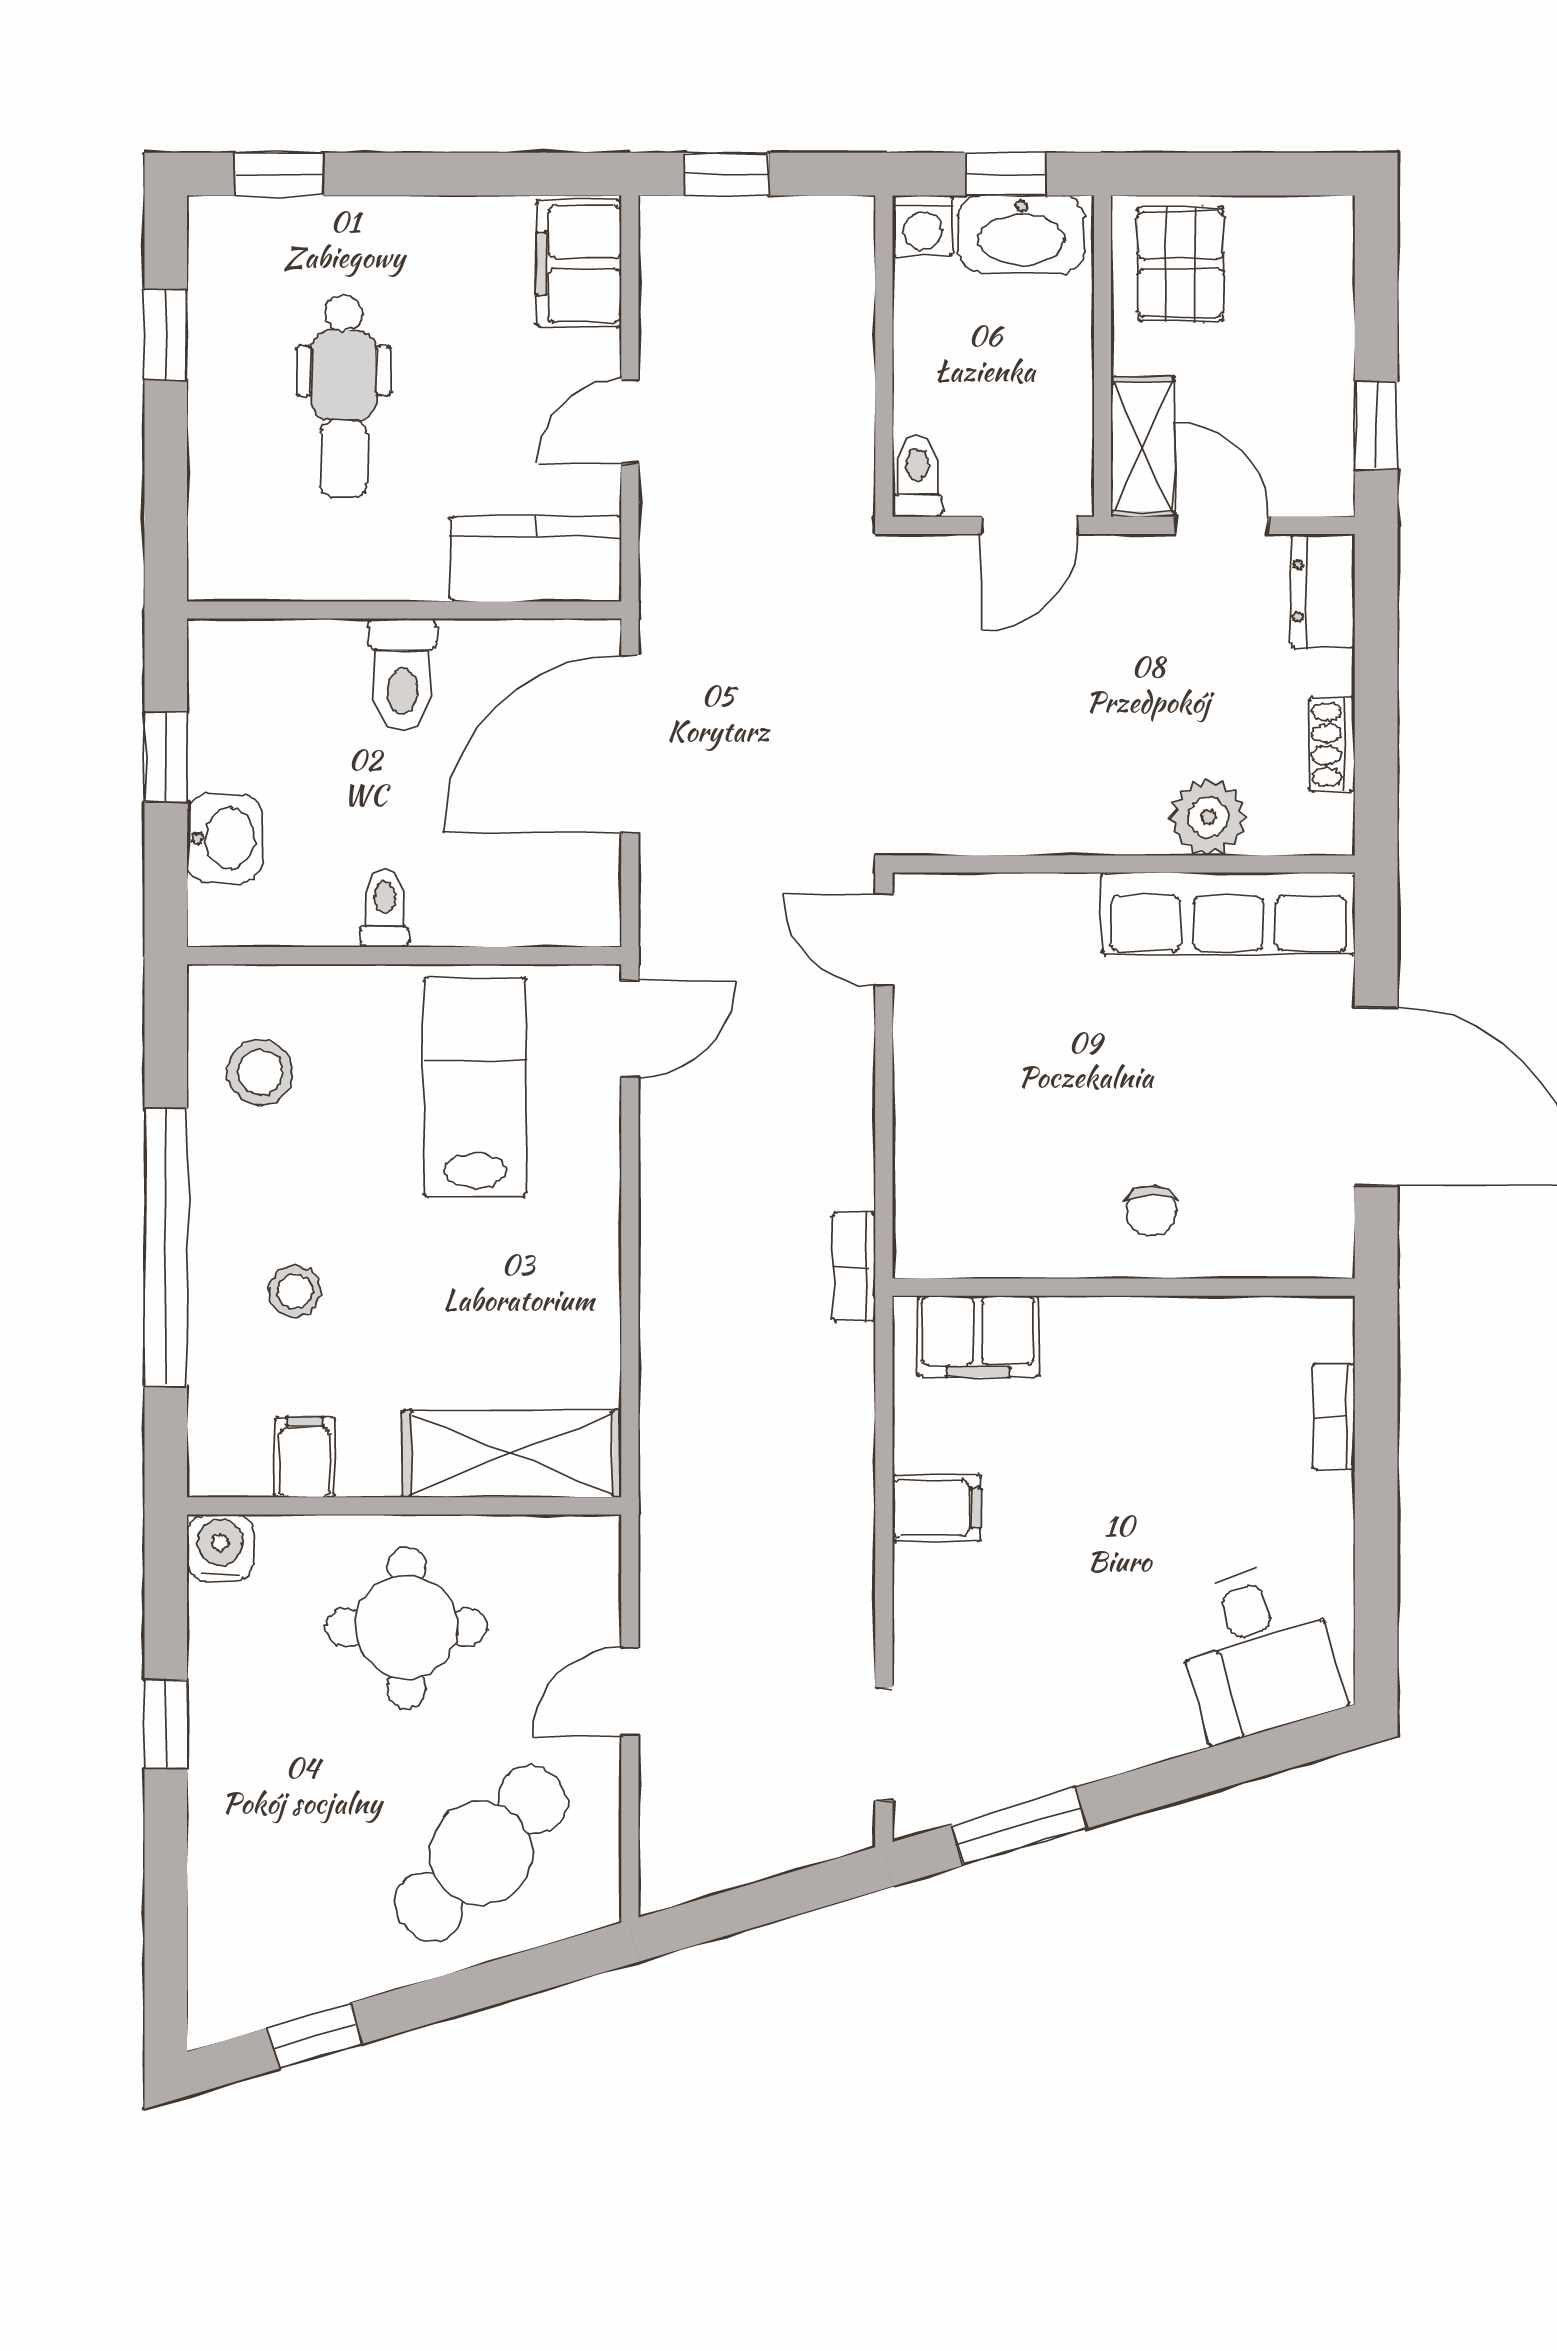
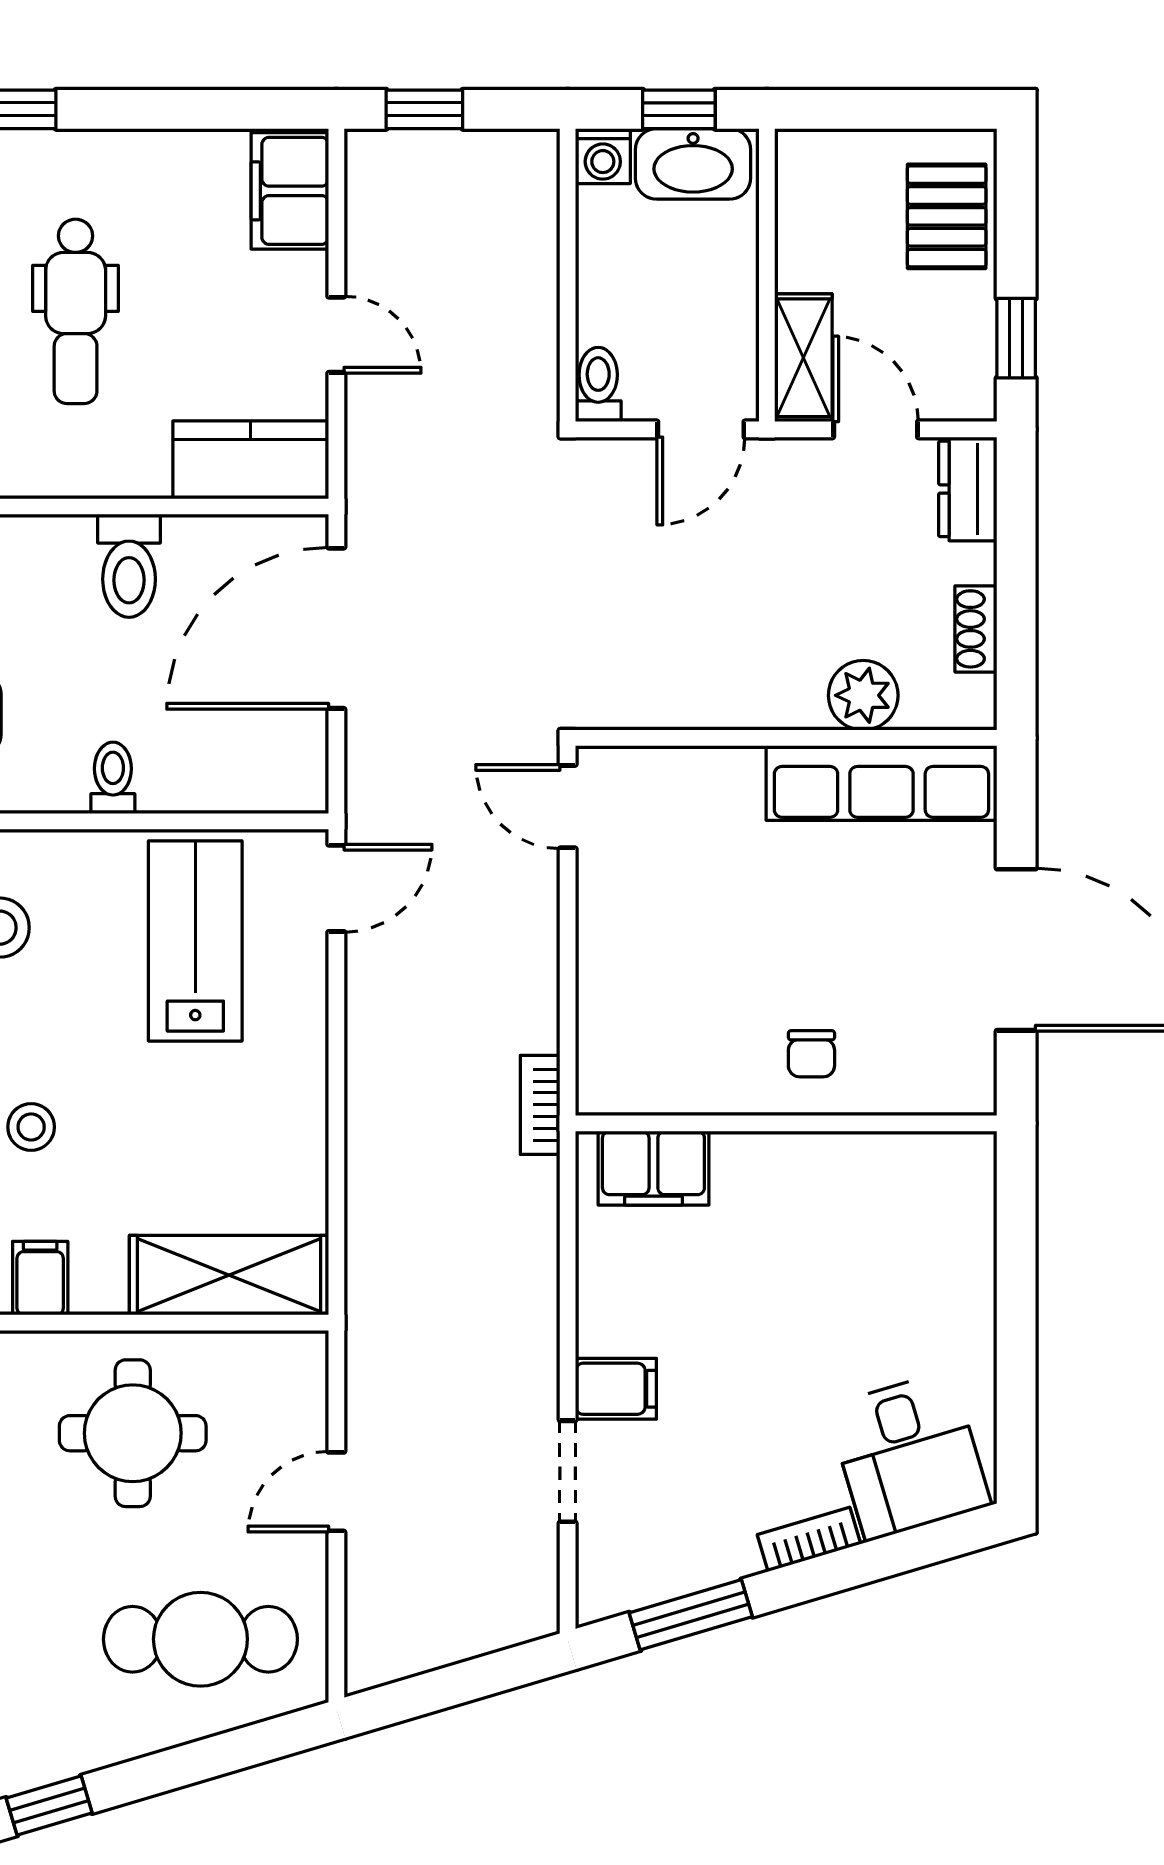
pallet: (1181, 264) -> (947, 216), moved
door: (630, 421) -> (336, 335), swing flipped
bookcase: (1334, 1416) -> (809, 1539), moved, turned 73
filing cabinet: (937, 1508) -> (616, 1389), moved
doorway: (884, 1744) -> (568, 1471), moved
cafe table: (481, 1853) -> (200, 1639), turned 46

